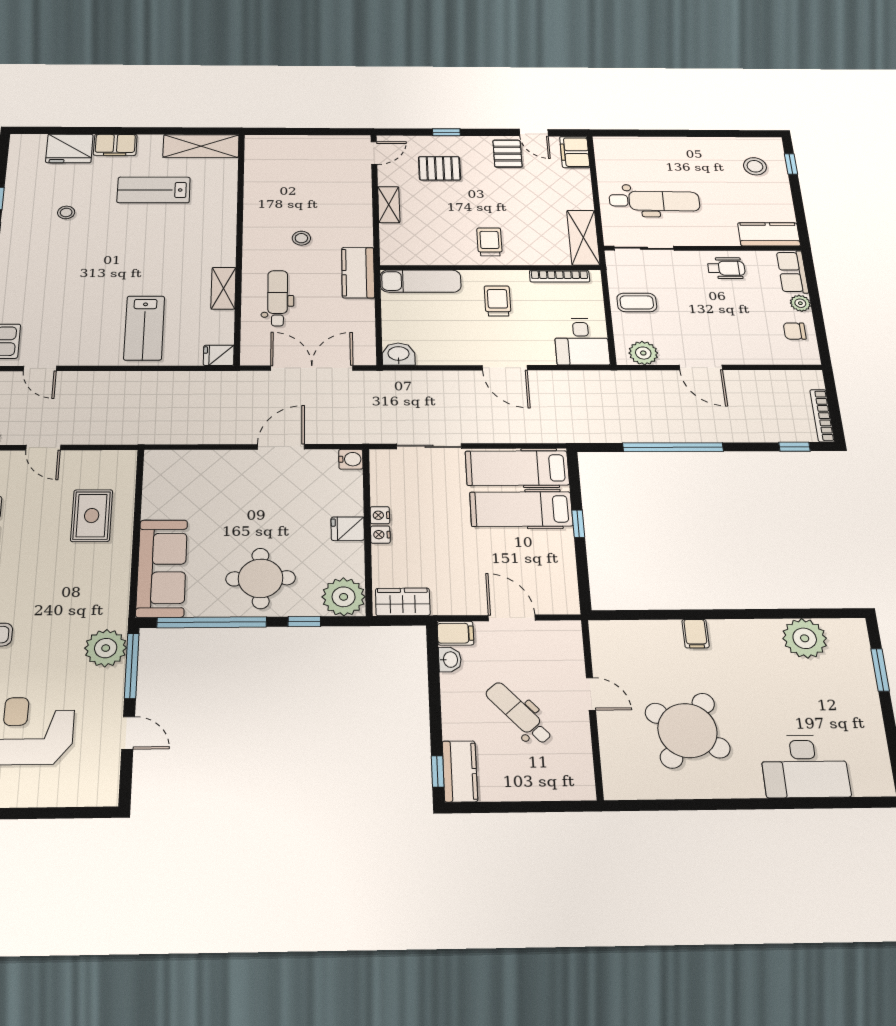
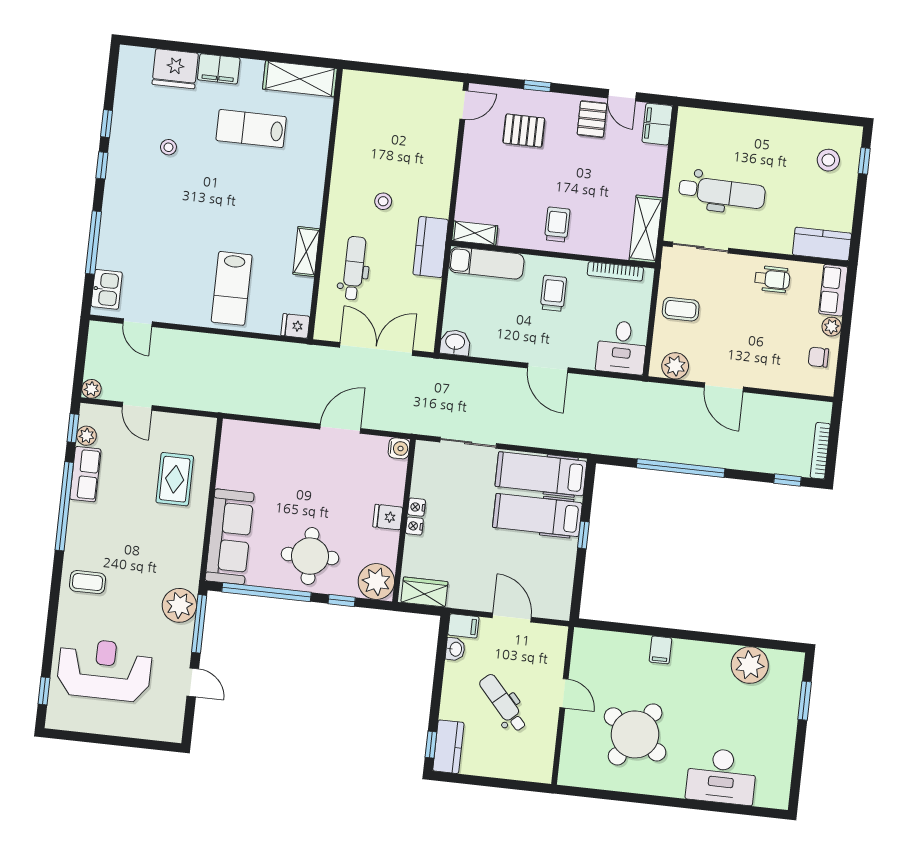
shelving: (389, 205) -> (475, 233), moved, turned 90

